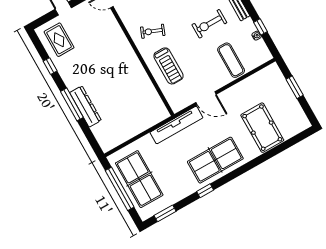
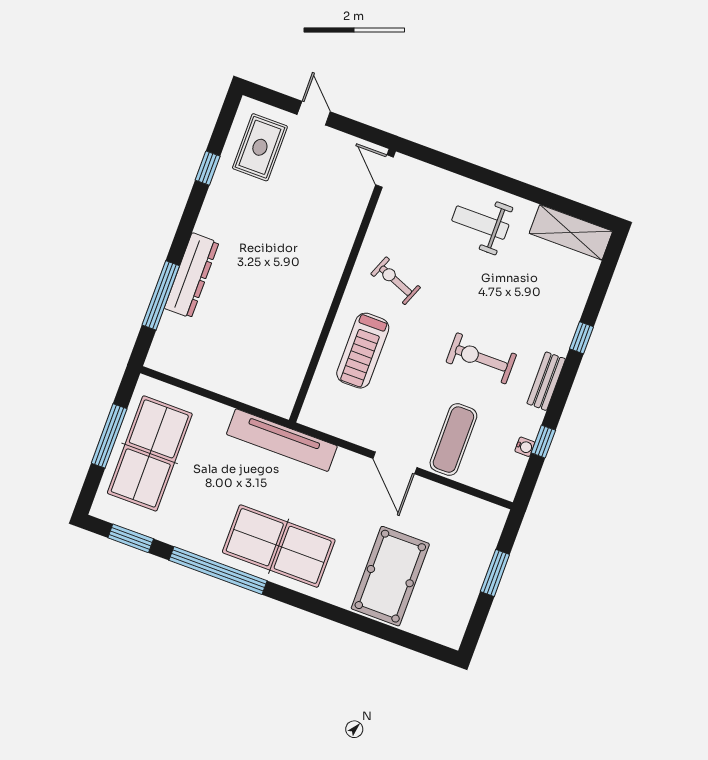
door: (206, 98) -> (395, 463), moved
window: (72, 104) -> (161, 295), moved
window: (120, 189) -> (109, 436), width x0.68
window: (205, 191) -> (218, 570), width x3.17

